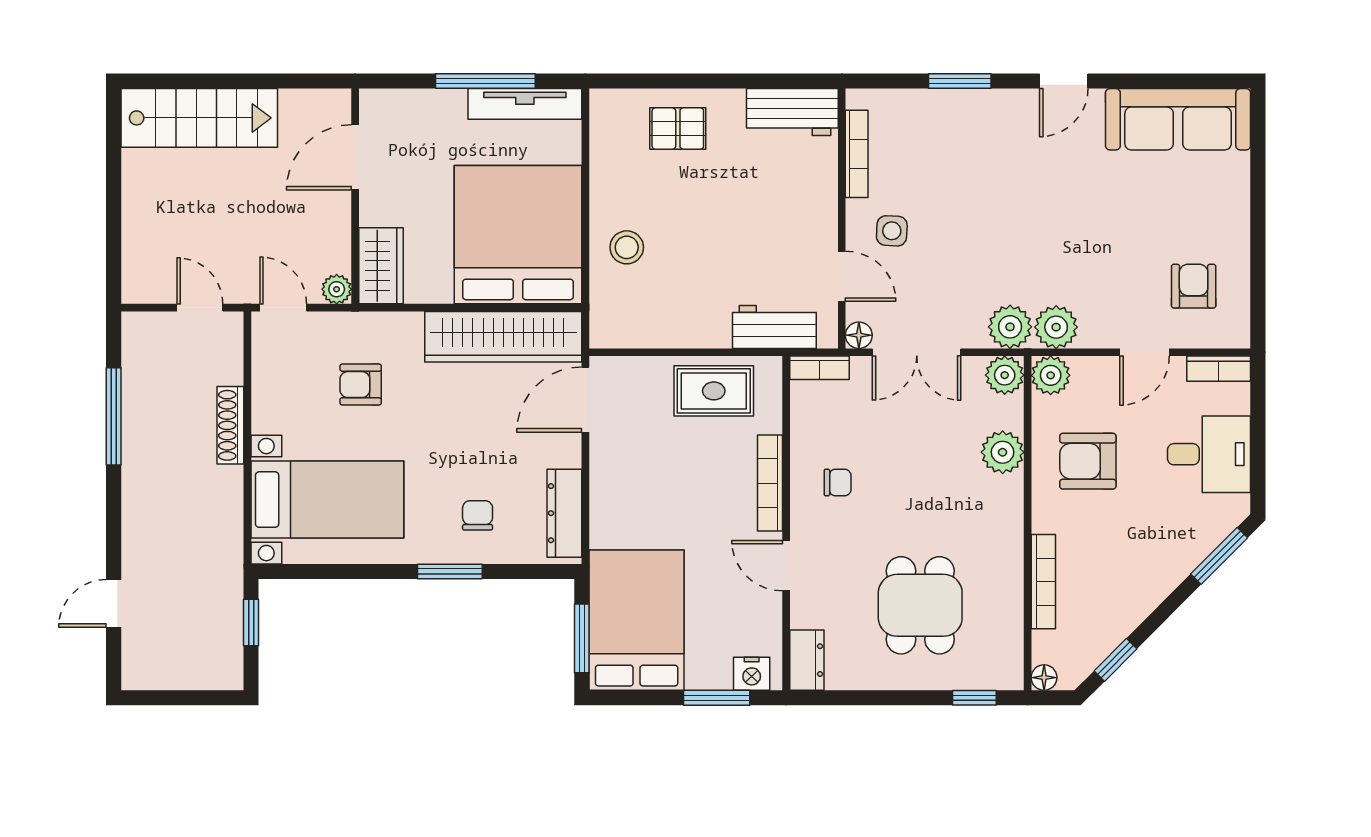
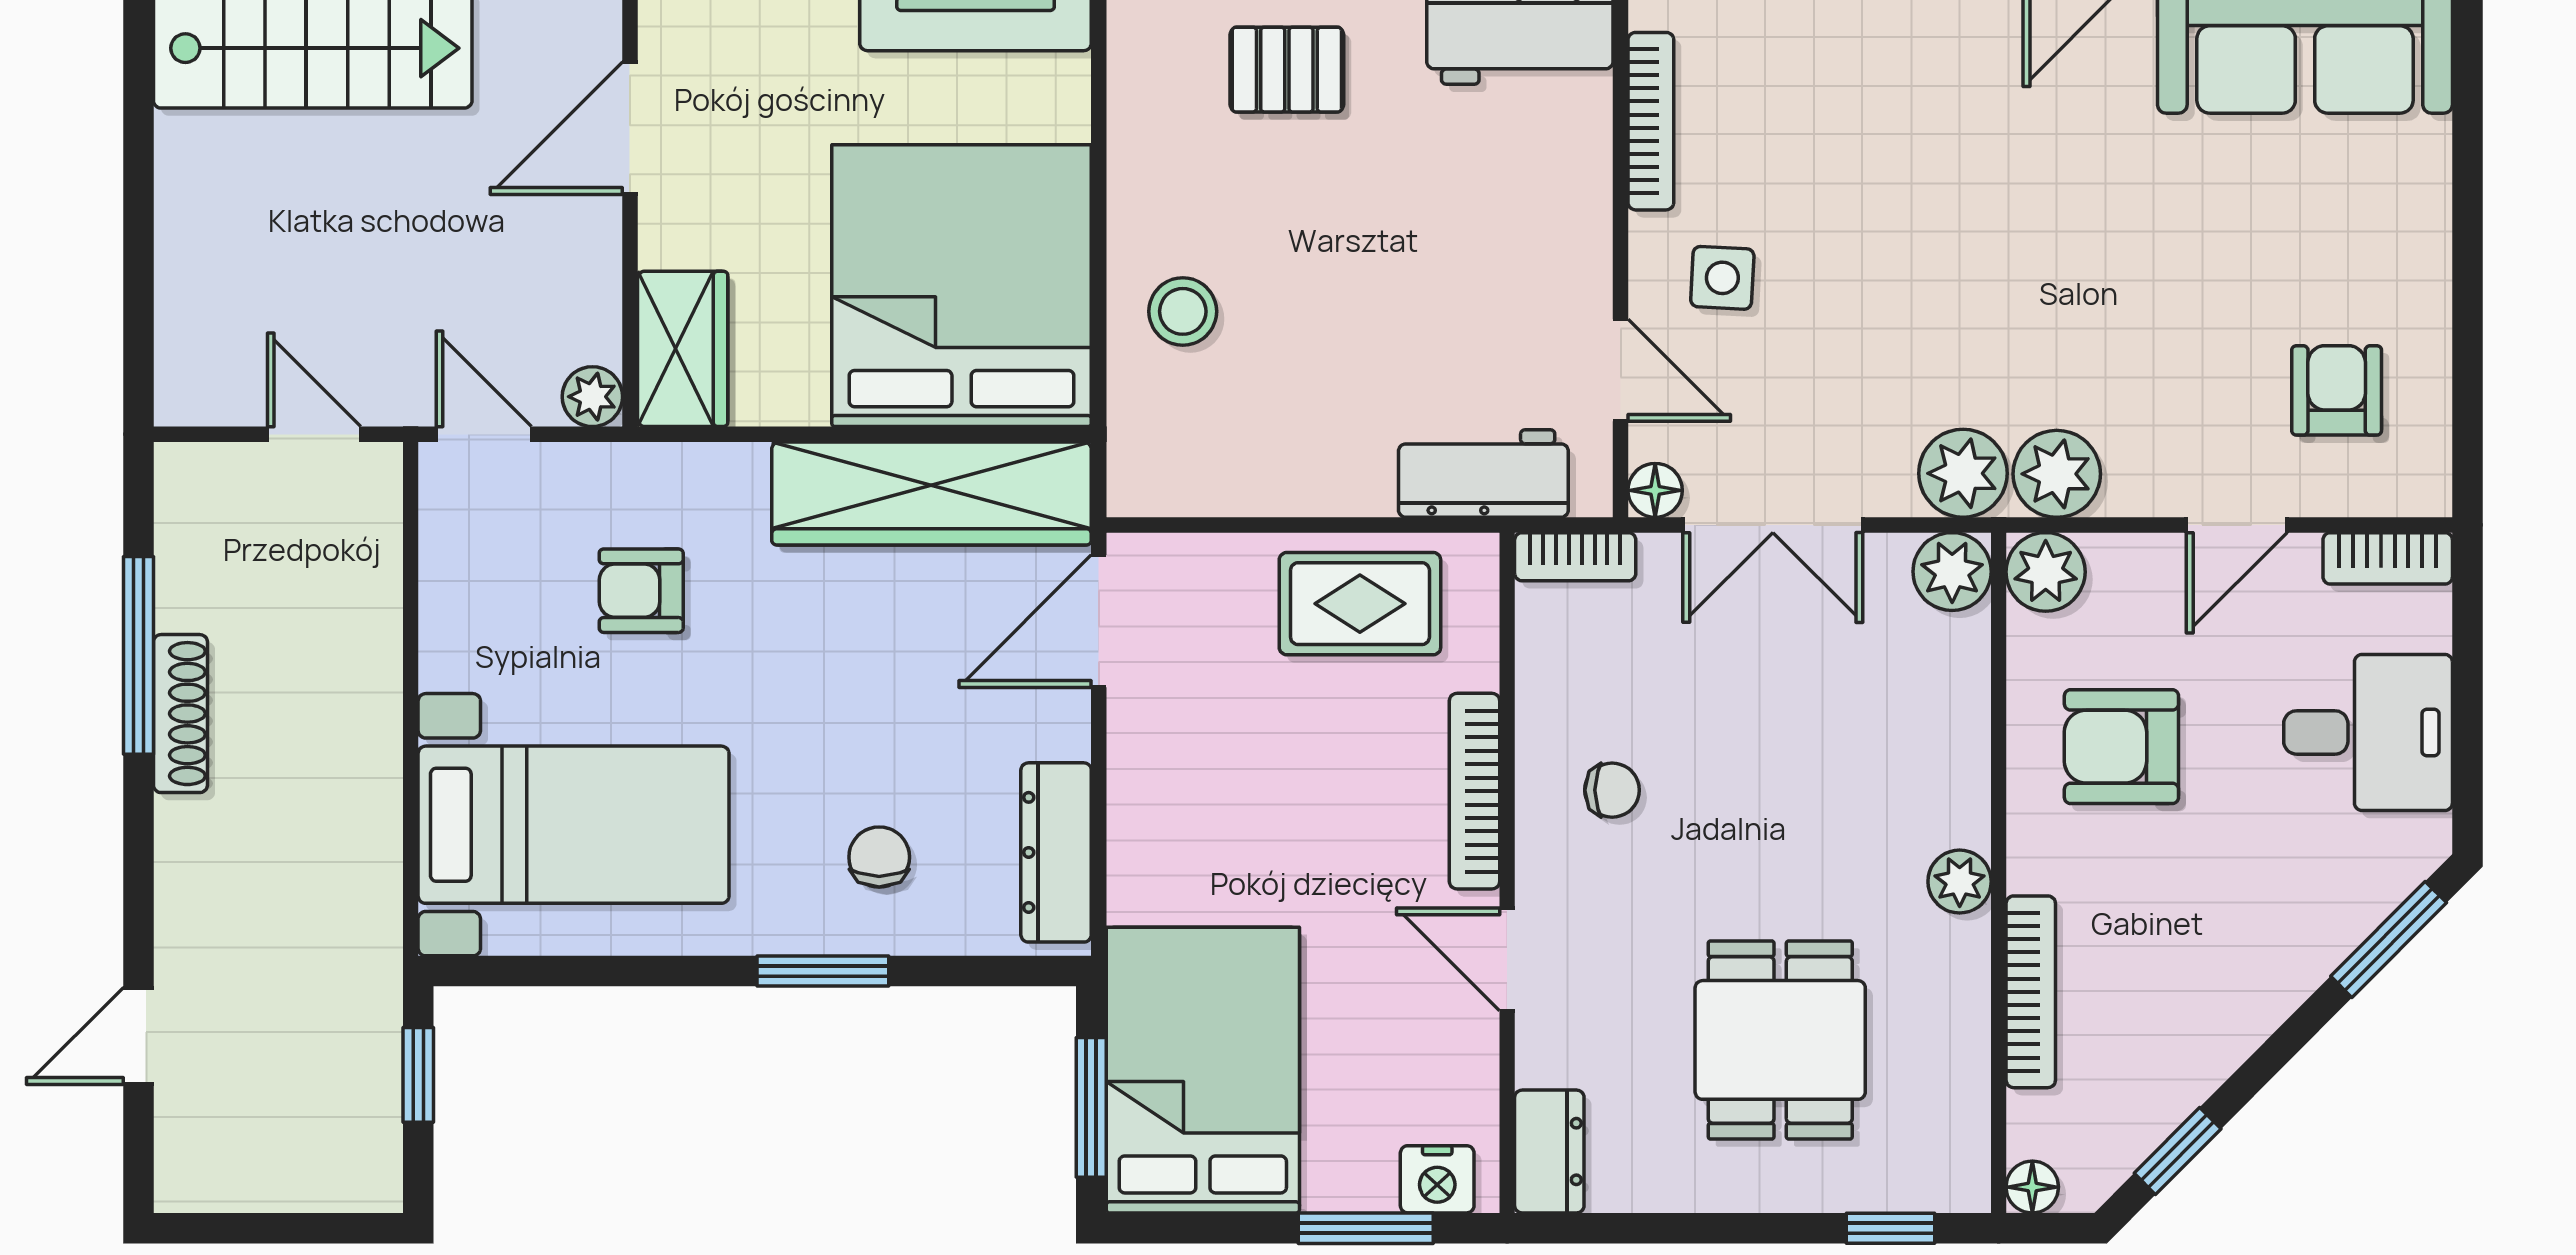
shoe rack: (230, 425) -> (180, 714), moved, turned 180
plant: (1003, 452) -> (1960, 882), moved, width x0.73, depth x0.73

